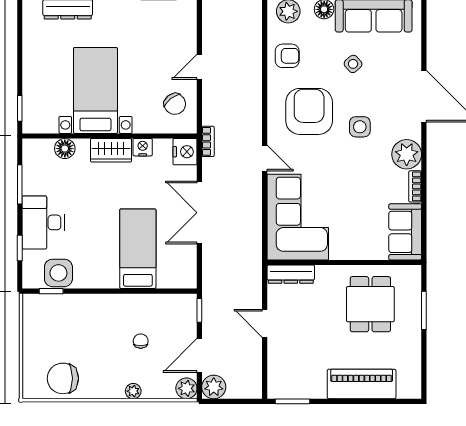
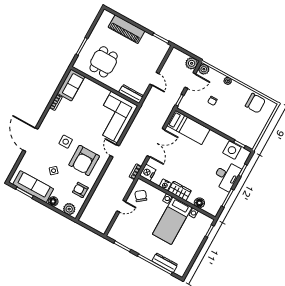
plant: (407, 154) -> (52, 118), removed
bed: (138, 249) -> (188, 128), moved, turned -90

